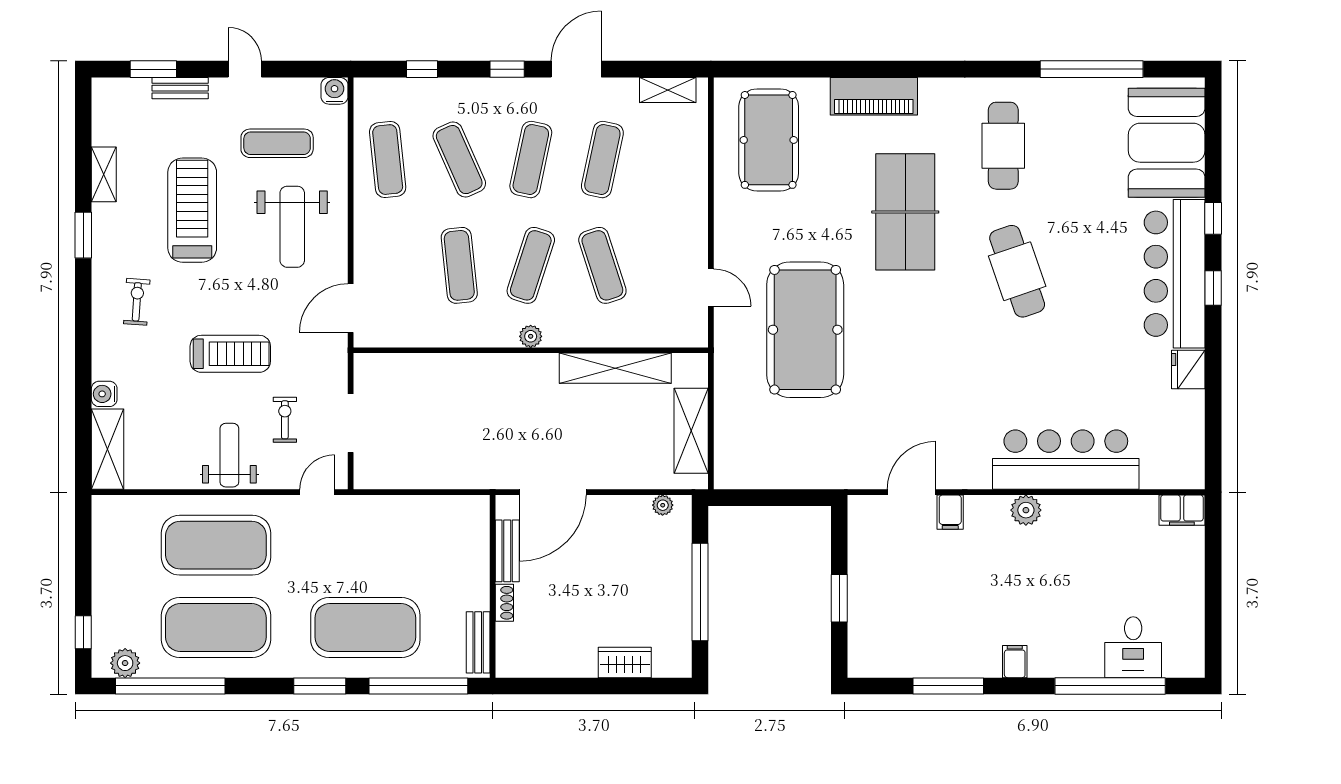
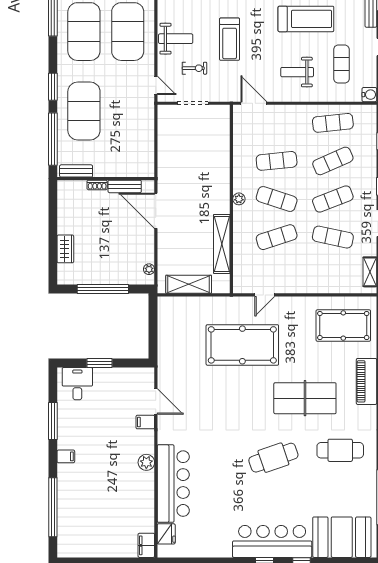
exercise mat: (531, 160) -> (333, 199), turned -33
weight bench: (292, 227) -> (297, 72), width x0.73, depth x0.75
fridge: (1188, 369) -> (166, 534), moved, turned 90
desk: (1133, 647) -> (77, 384), moved, turned 90

